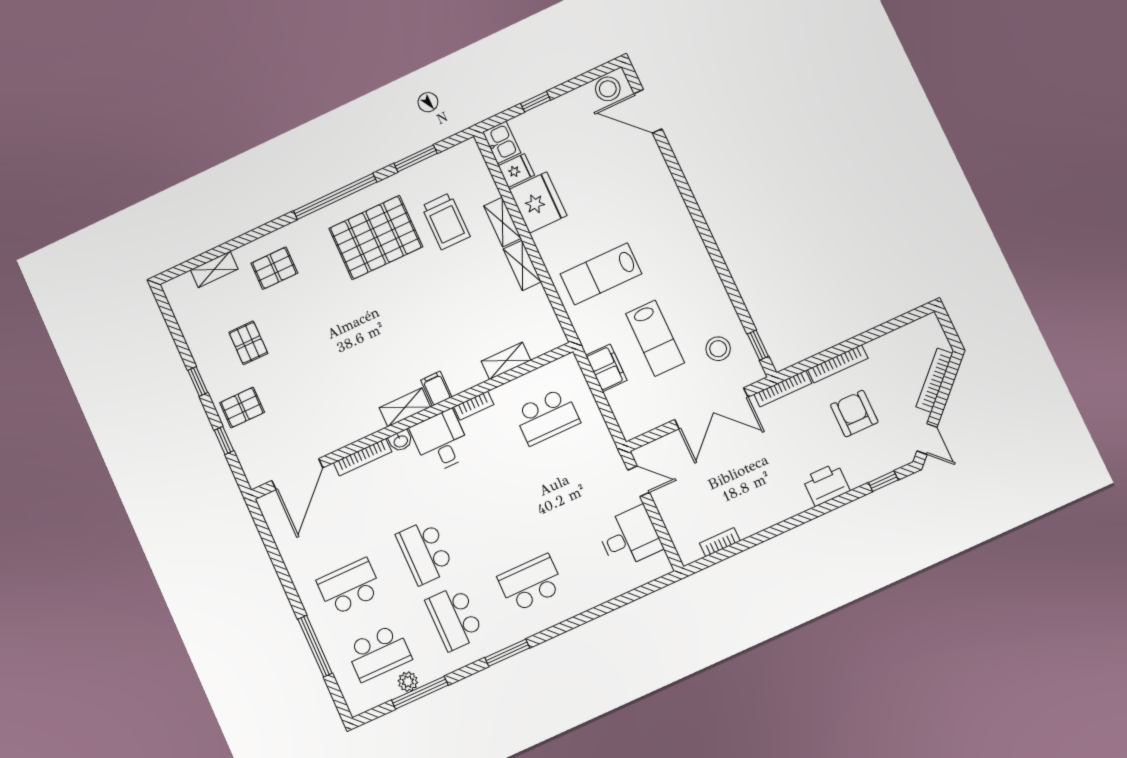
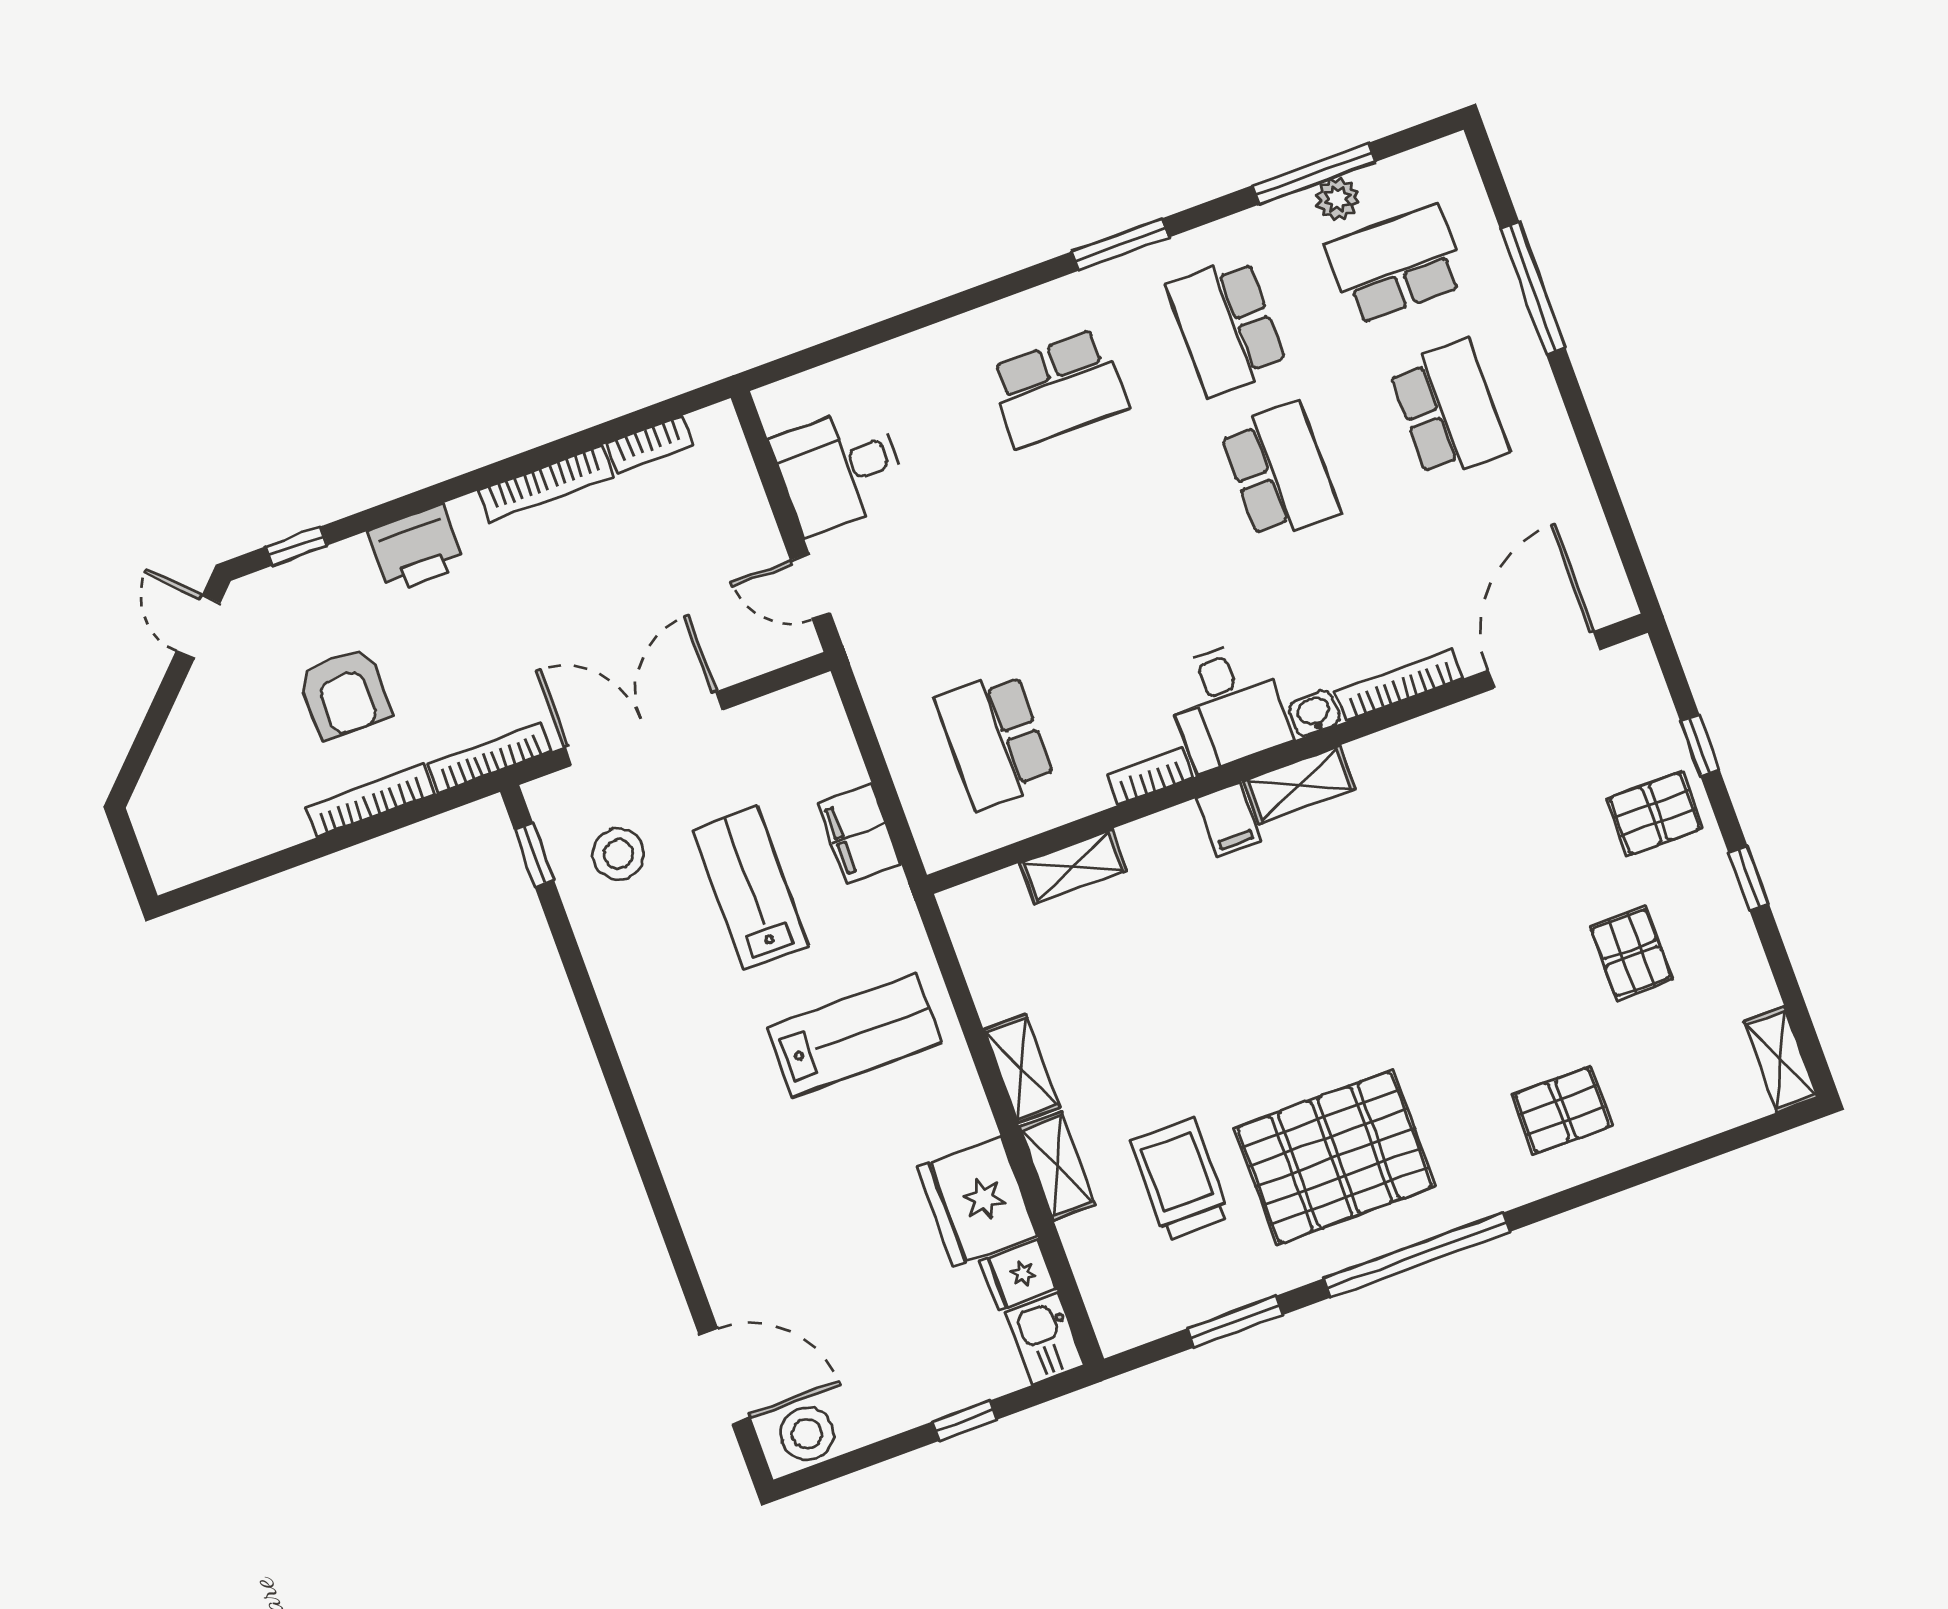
shelving: (214, 269) -> (1781, 1060), moved, turned 90
bookcase: (934, 380) -> (546, 484), moved, turned 45
school desk: (547, 417) -> (995, 740), turned -90
school desk: (349, 587) -> (1449, 409), turned -90
school desk: (455, 618) -> (1227, 326), turned 180

